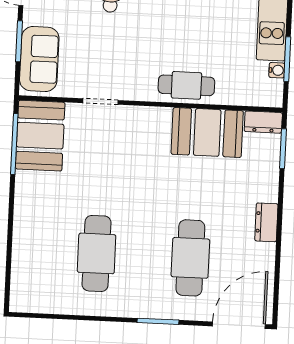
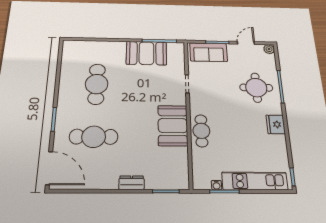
dresser: (263, 122) -> (182, 178), removed
booth: (207, 132) -> (173, 126), moved
booth: (40, 136) -> (146, 53), moved
dresser: (266, 222) -> (132, 183), moved
cafe table: (97, 253) -> (97, 84), turned 90

